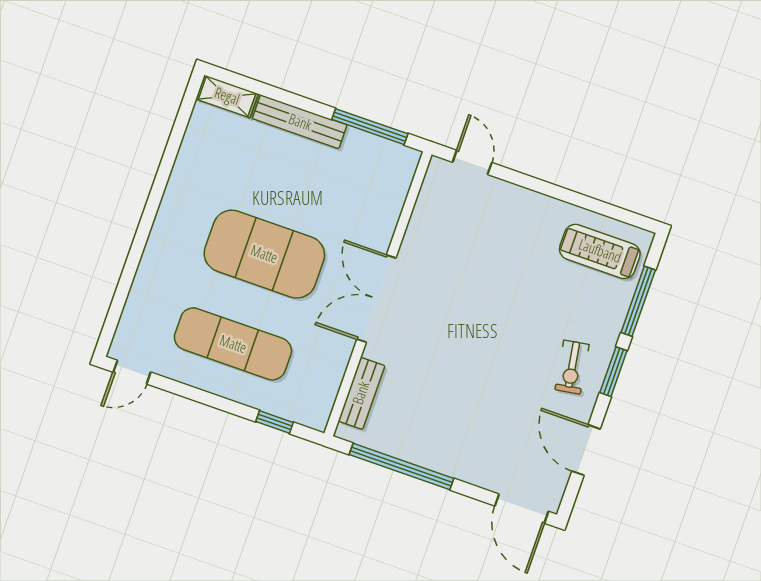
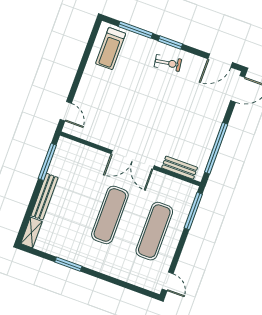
door: (472, 162) -> (66, 111), swing flipped
window: (164, 172) -> (68, 264), added
exercise mat: (264, 254) -> (110, 215), width x0.68
window: (274, 422) -> (193, 211), width x2.17
door: (586, 450) -> (220, 61), moved

